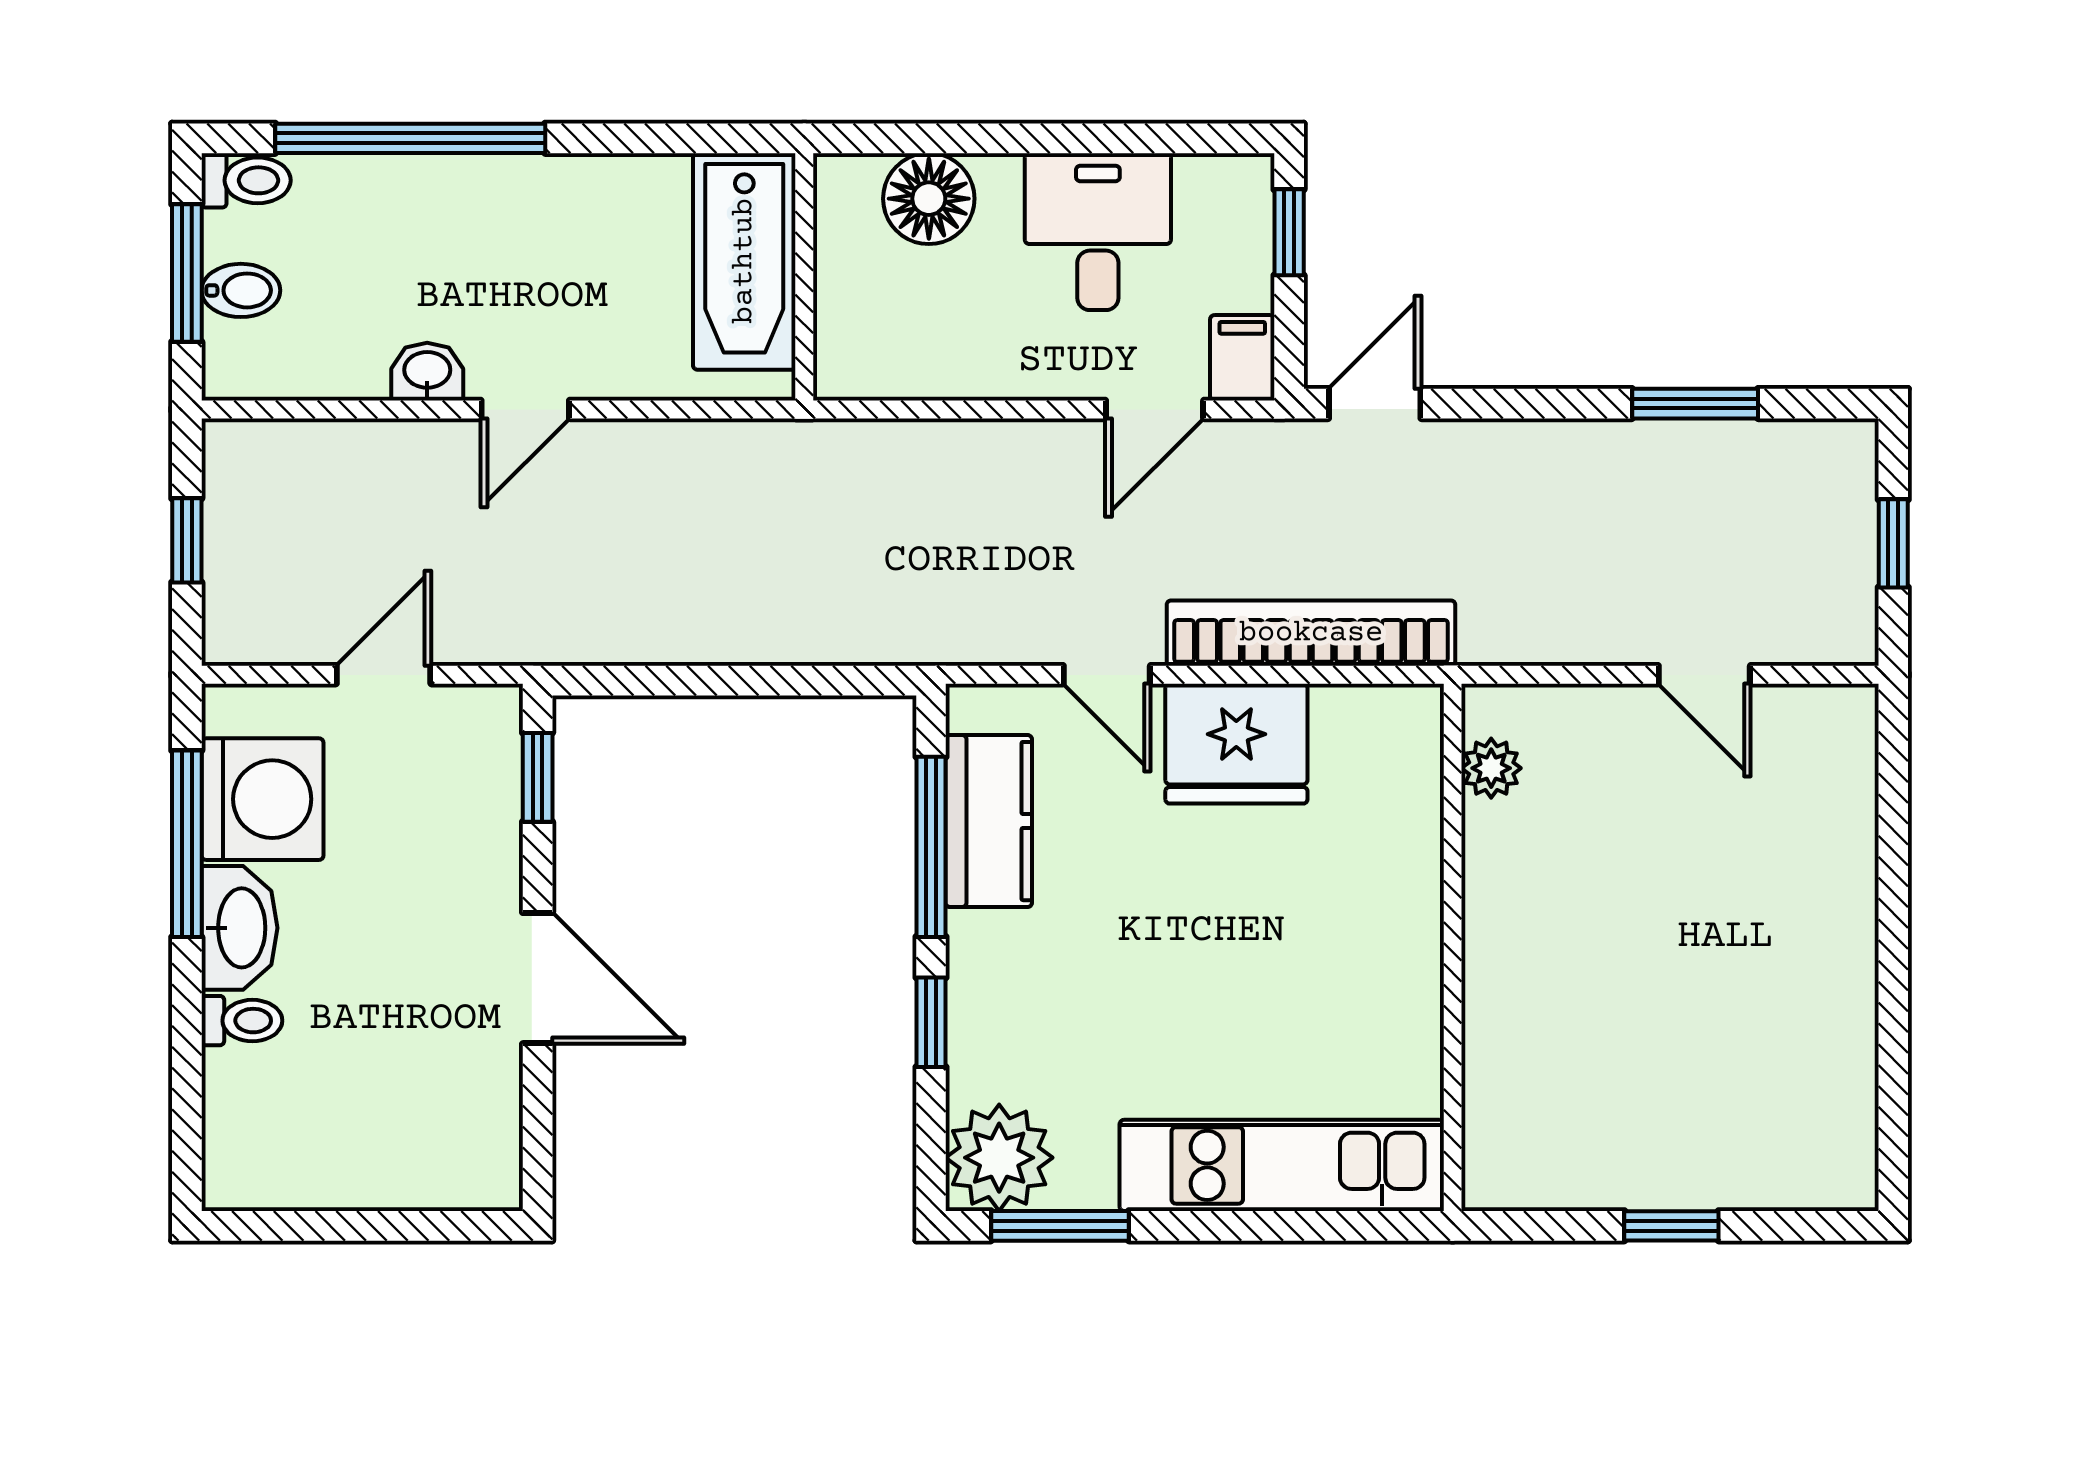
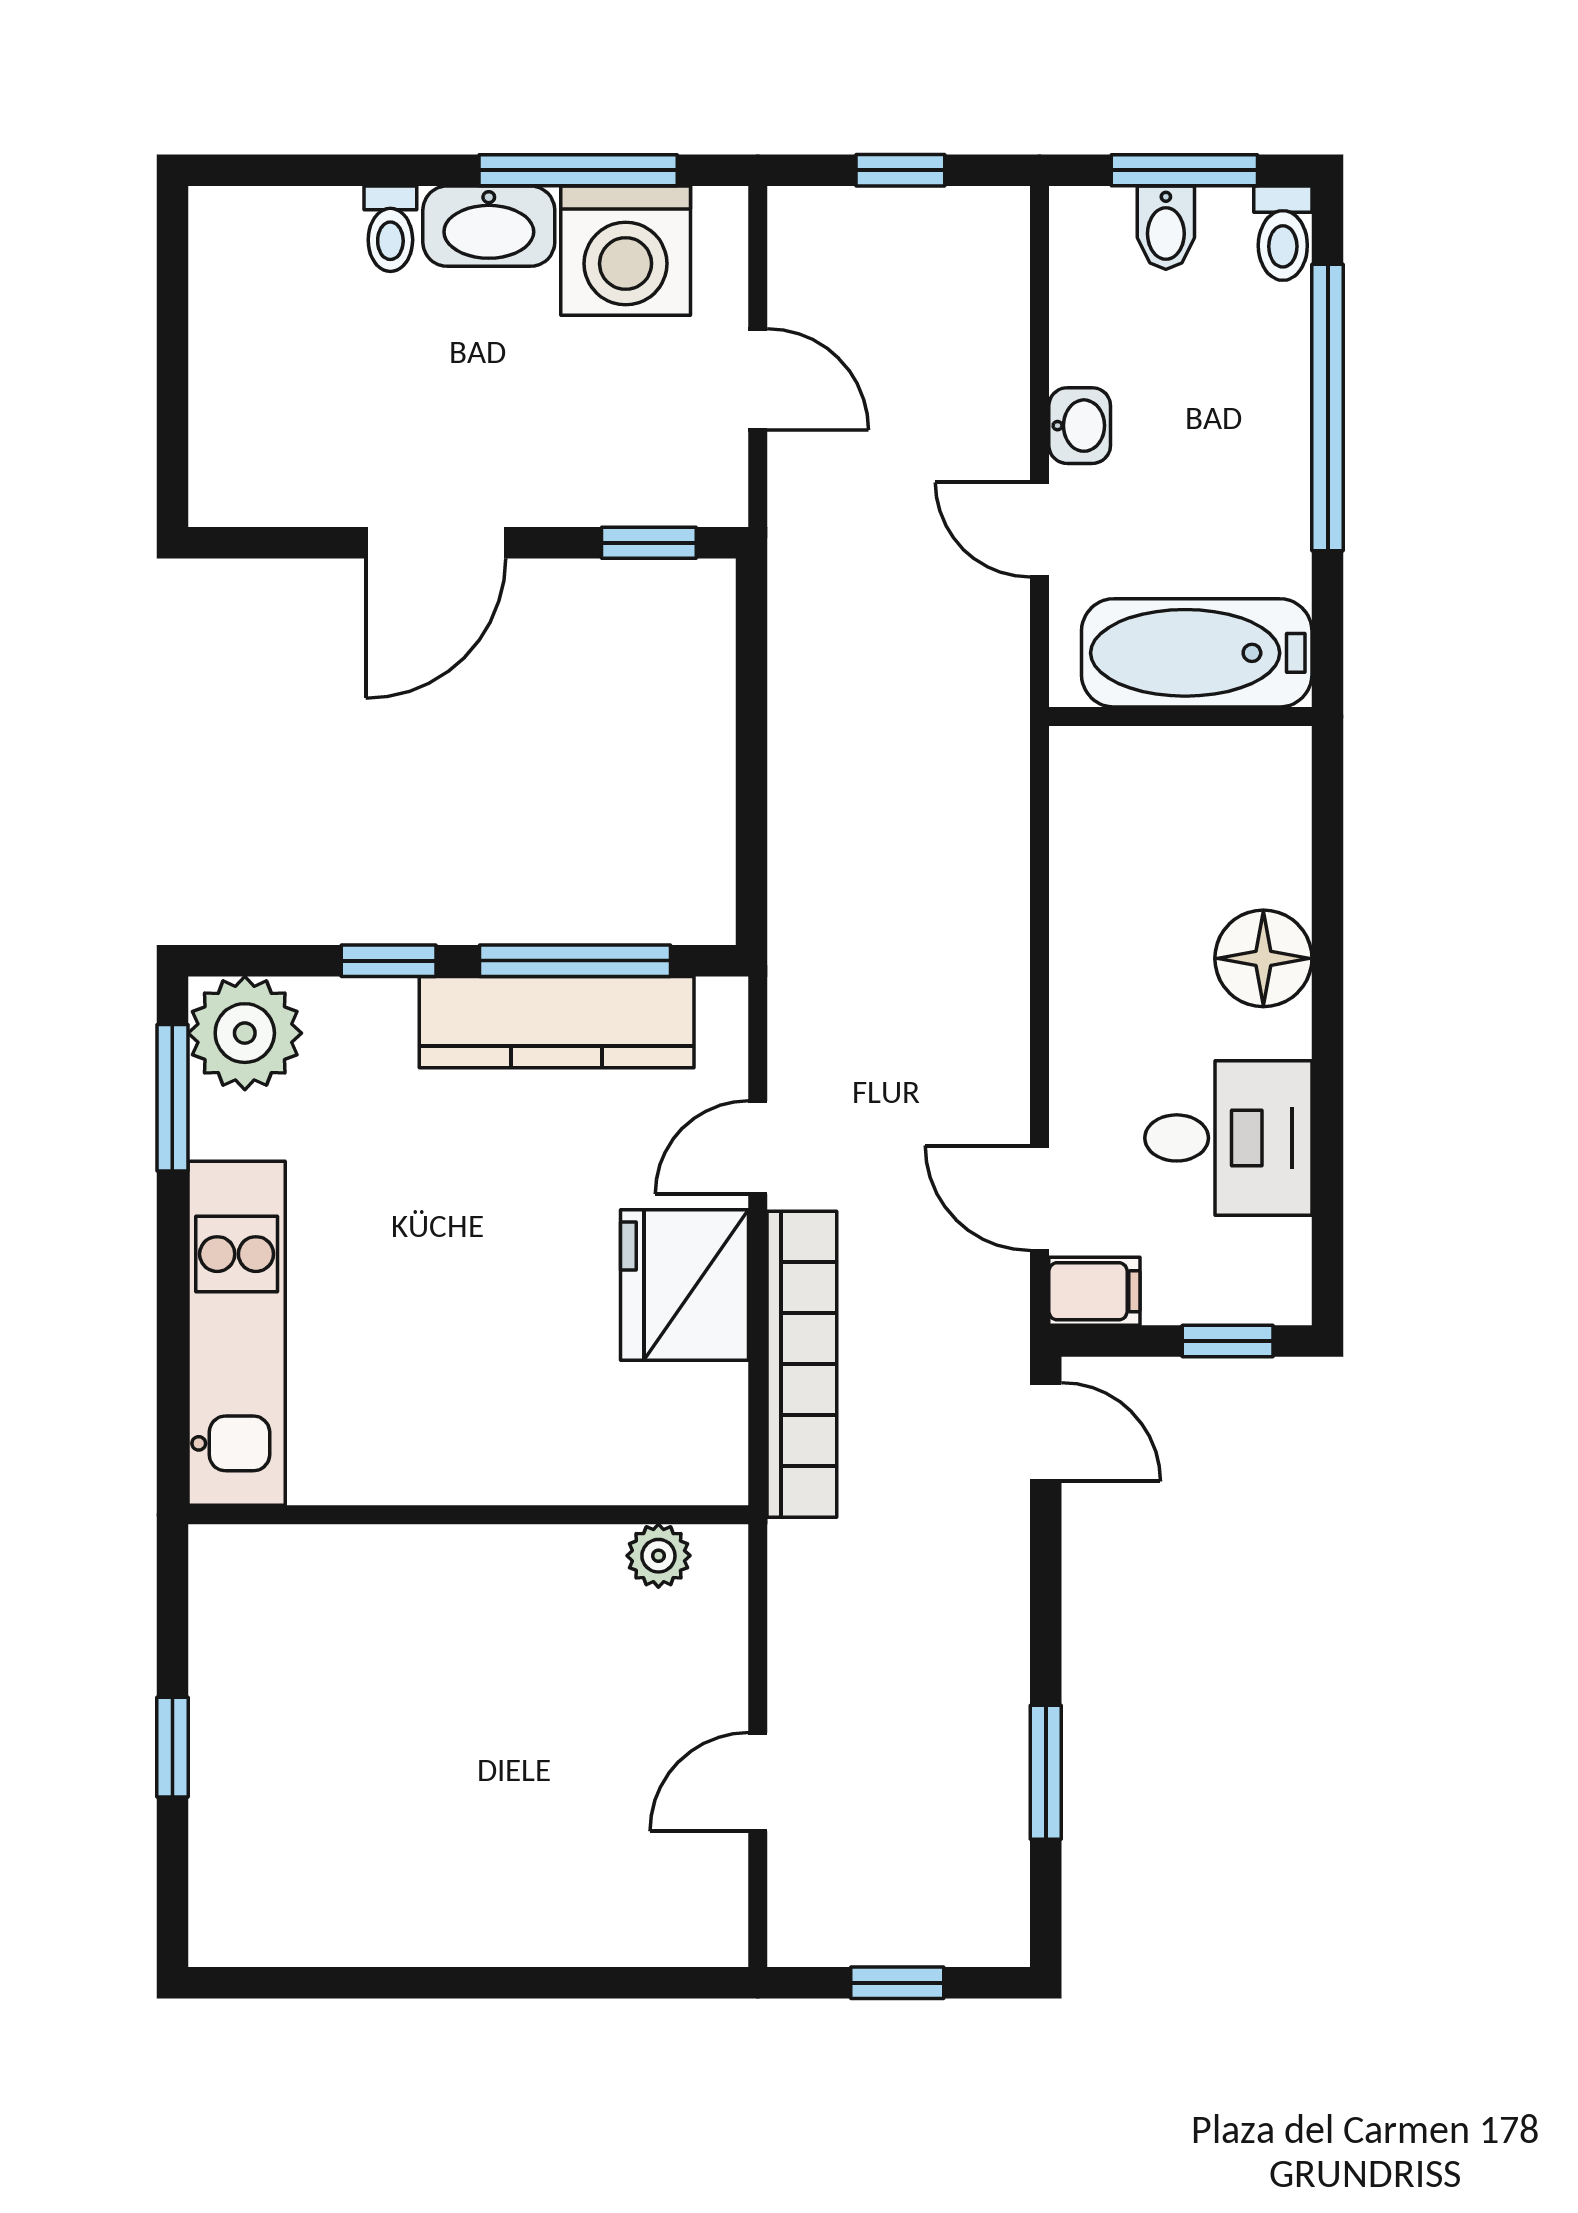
bathtub: (744, 261) -> (1197, 653), moved
wall: (804, 277) -> (1180, 717), moved
kitchen counter: (989, 821) -> (557, 1022), width x1.50

